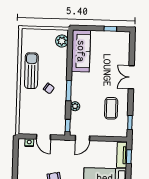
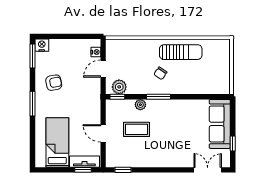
plant: (62, 41) -> (119, 87), moved
sofa: (81, 51) -> (220, 124), moved, turned 90
double door: (131, 77) -> (208, 170), moved
coffee table: (111, 108) -> (137, 129), moved
door: (82, 138) -> (103, 133), moved

